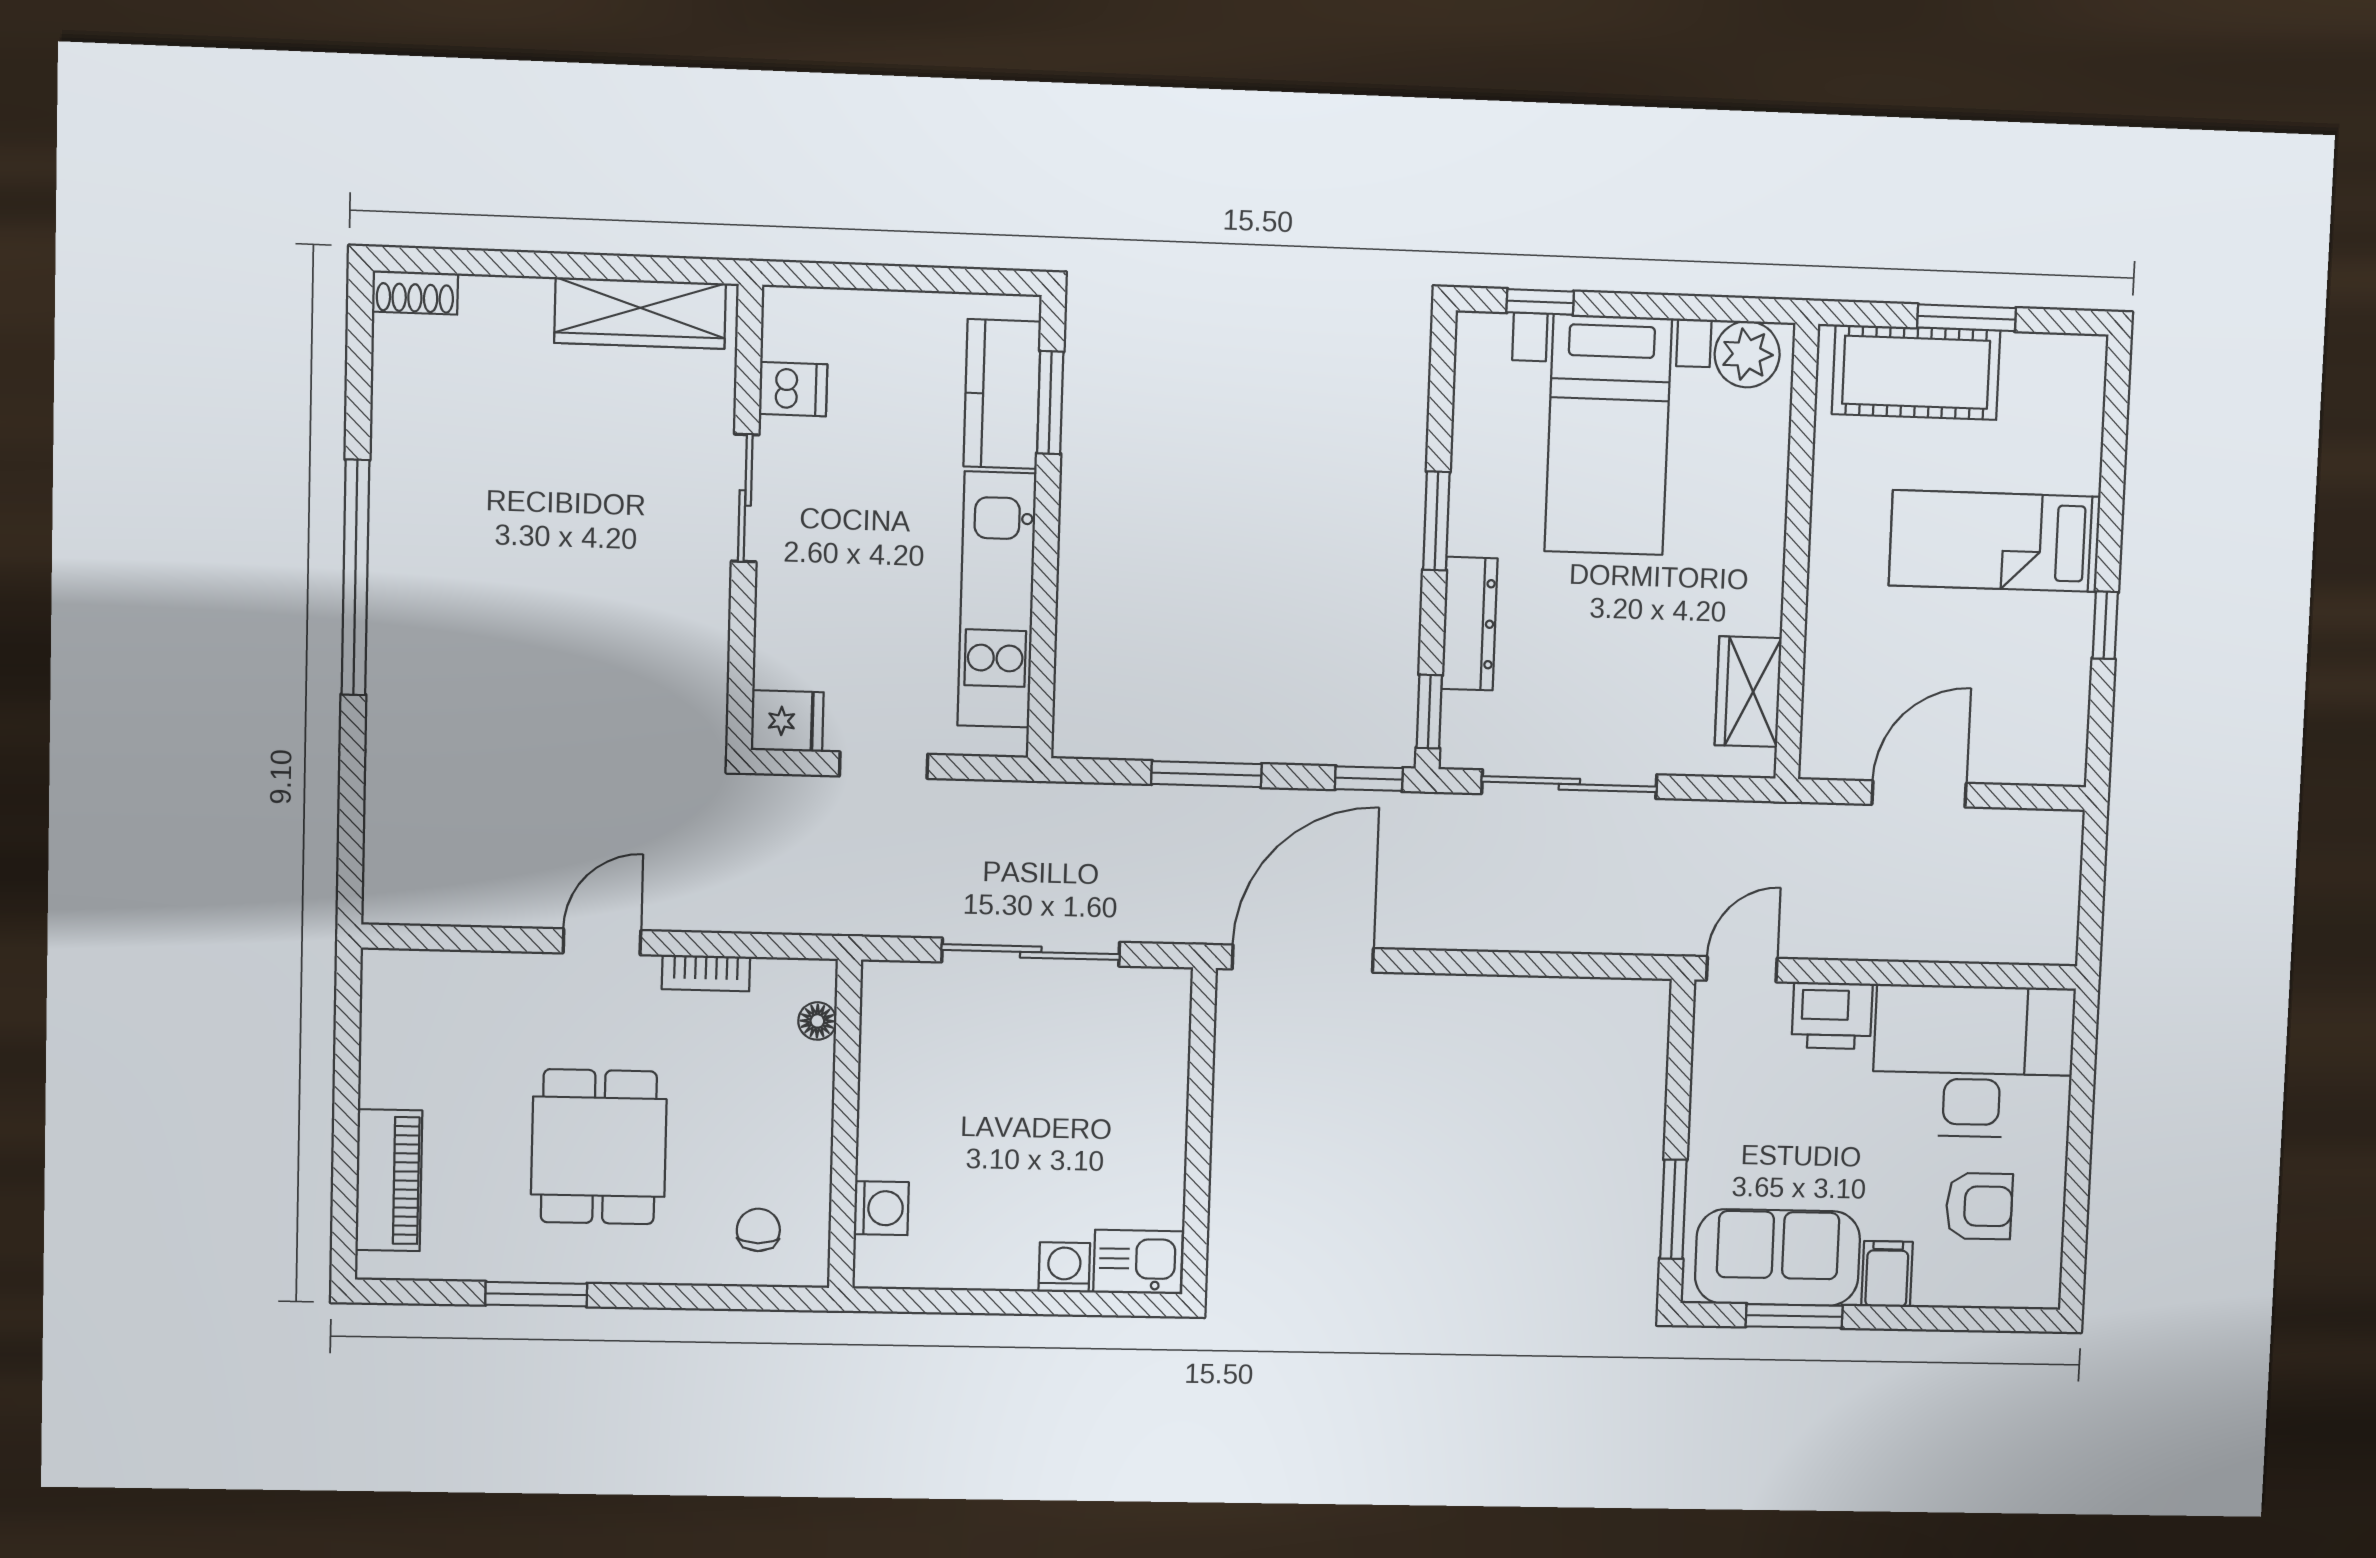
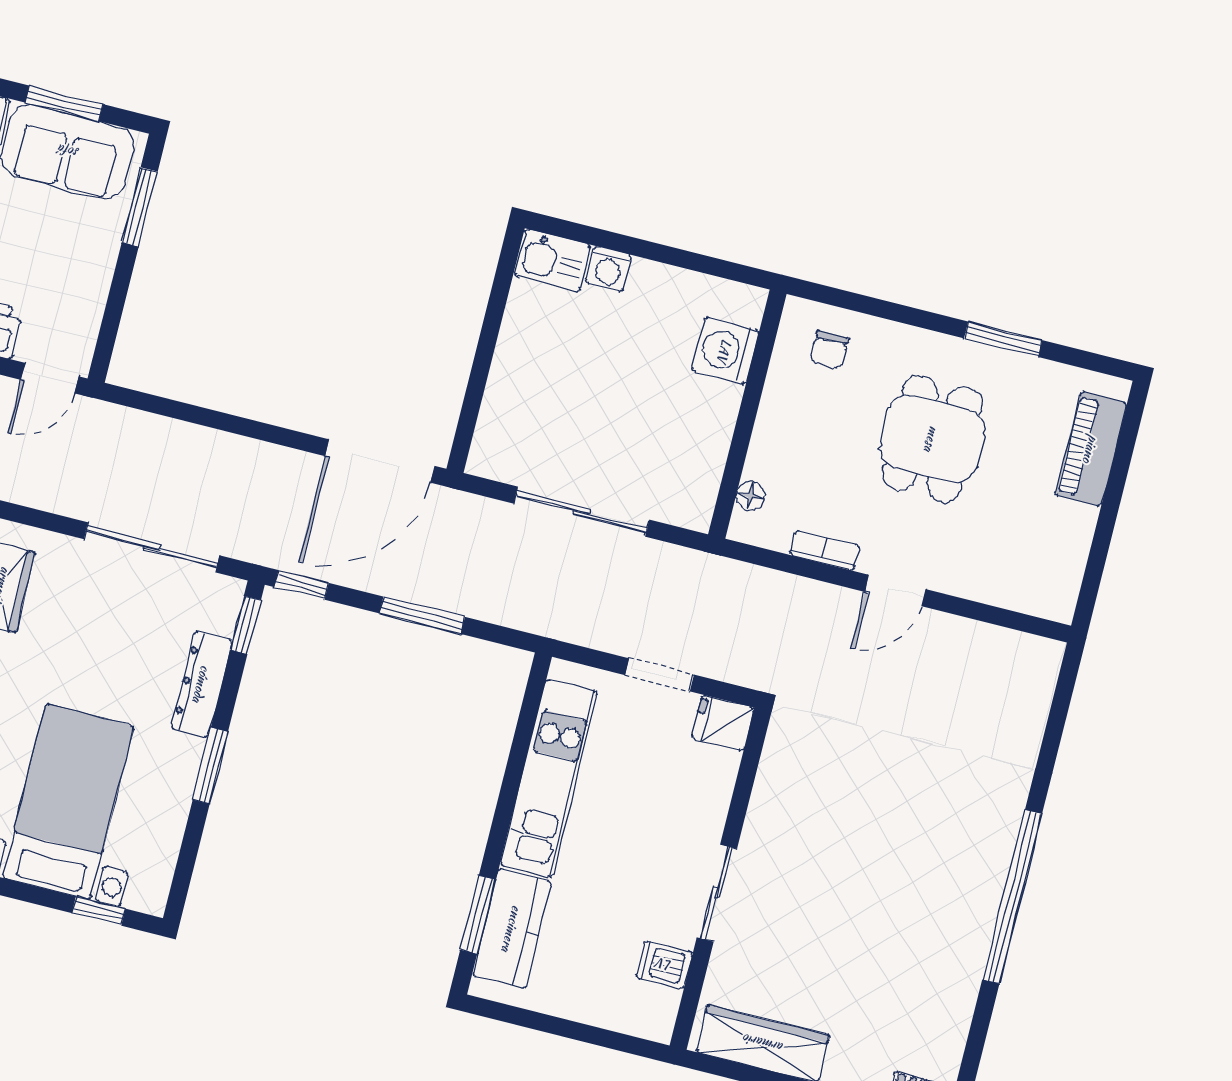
washing machine: (881, 1208) -> (725, 351), width x1.38, depth x1.38

